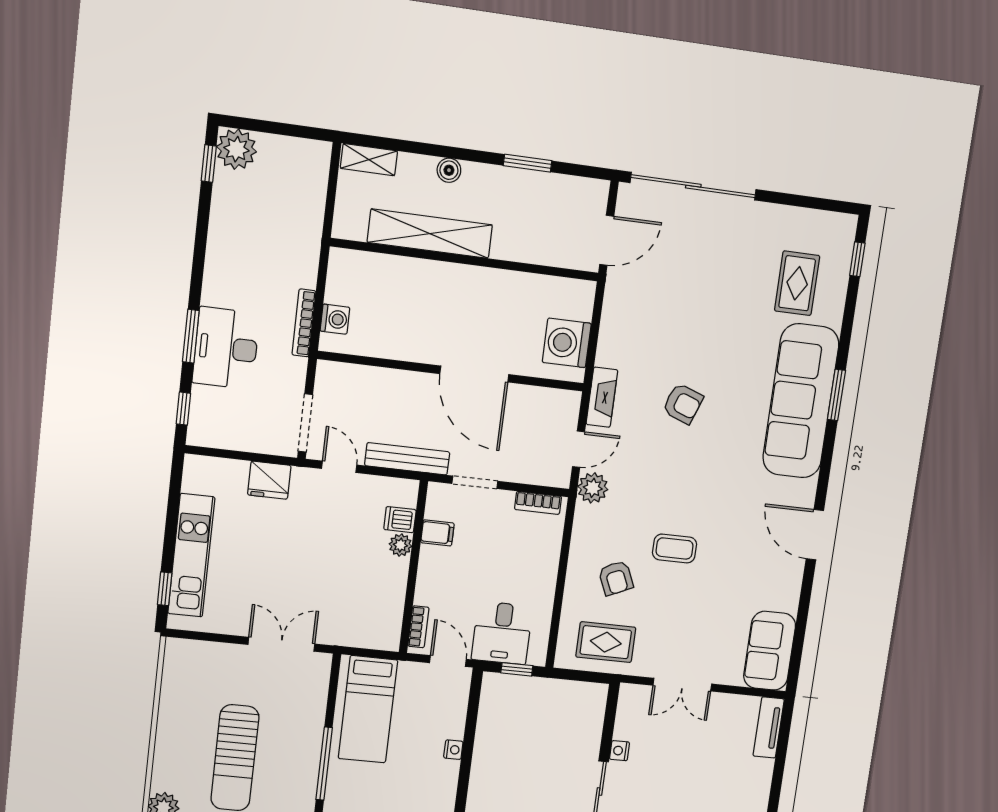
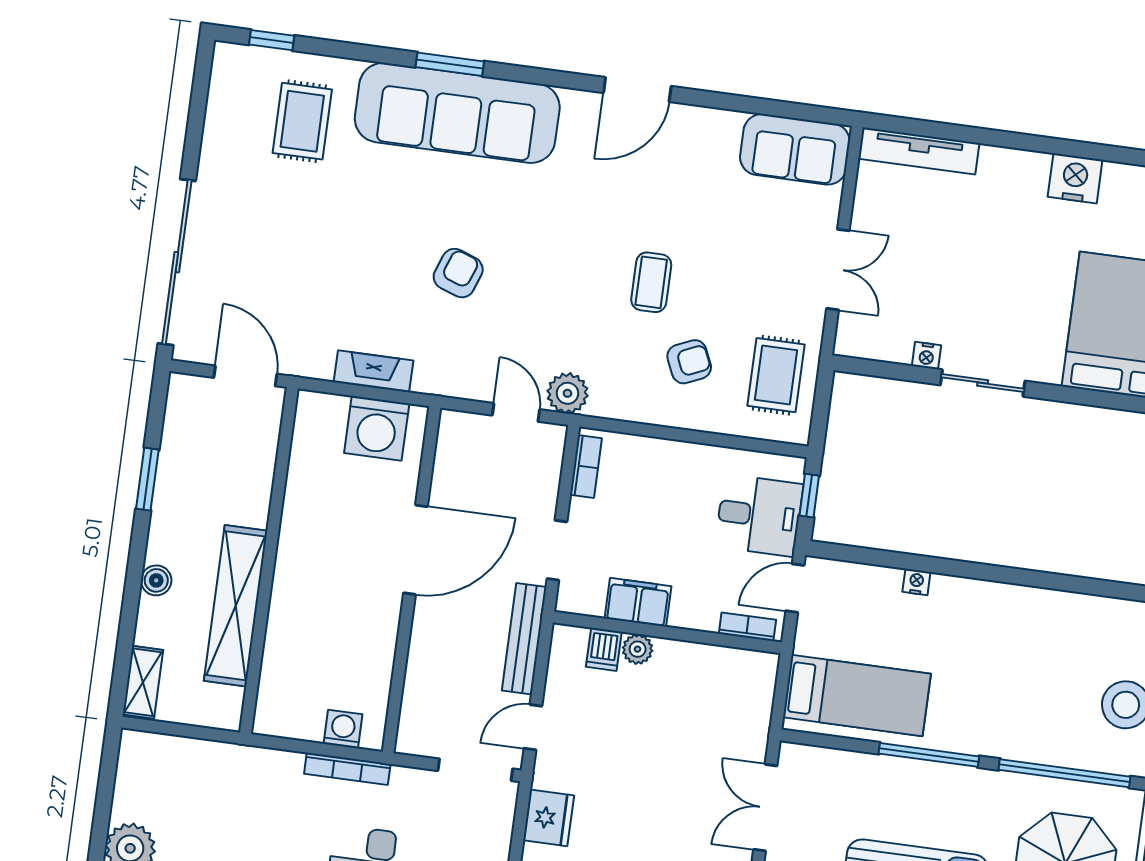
rug: (797, 283) -> (302, 121), turned 90
fireplace: (602, 397) -> (373, 371), moved
filing cabinet: (437, 533) -> (638, 602), width x2.00
tv unit: (769, 727) -> (919, 151), width x1.41

